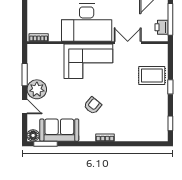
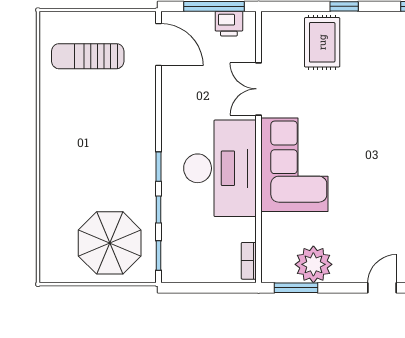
window: (25, 75) -> (296, 288), moved
plant: (37, 89) -> (313, 264), moved
armchair: (93, 105) -> (380, 157), removed

